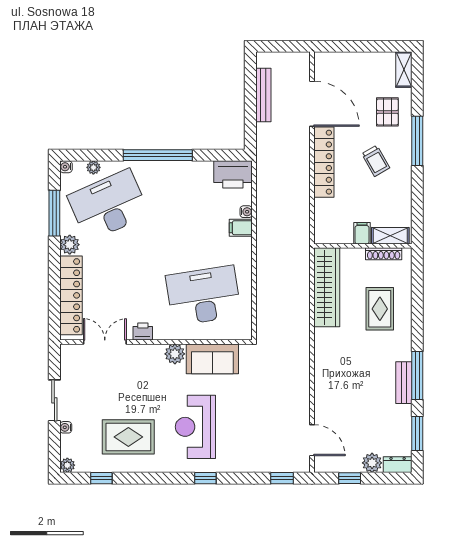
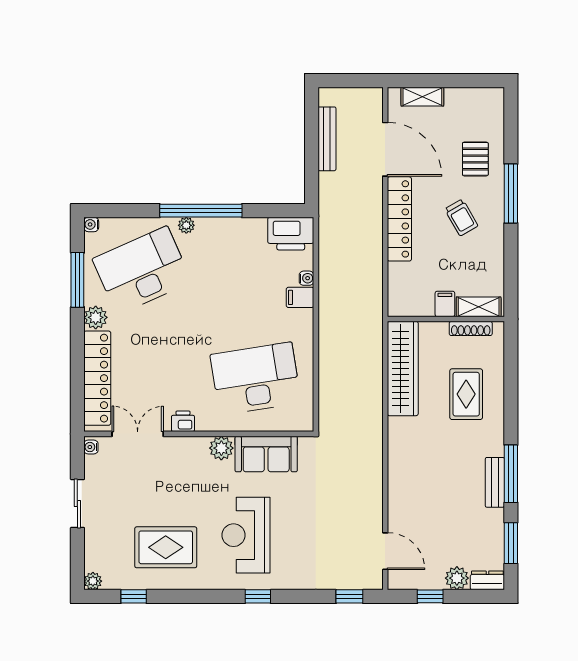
shelving: (404, 70) -> (422, 97), moved, turned 90
plant: (93, 167) -> (186, 225), moved
water cooler: (66, 427) -> (91, 447), moved

